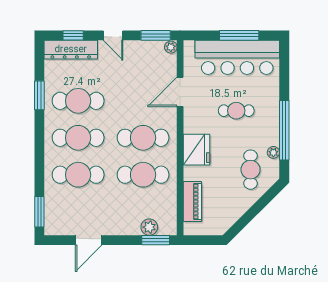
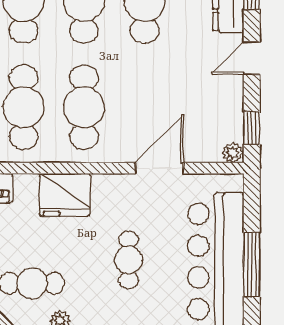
window: (156, 35) -> (252, 128), width x0.67
door: (180, 92) -> (159, 168), hinge flipped

